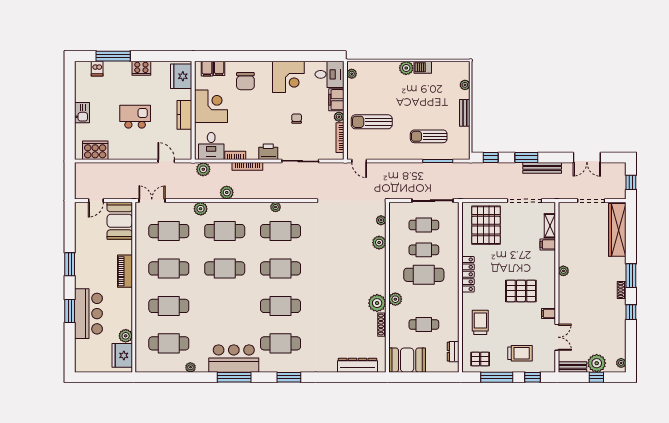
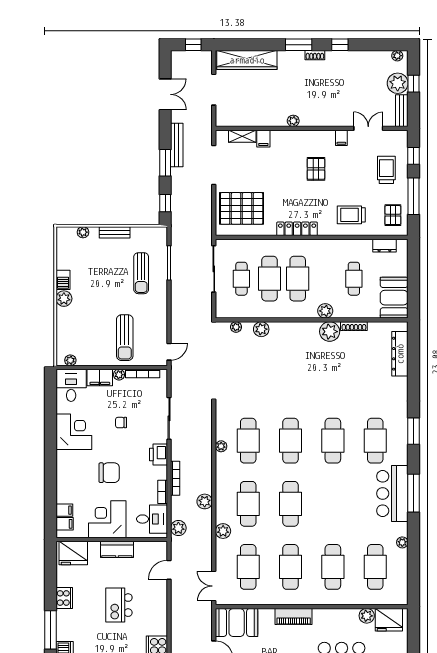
chair: (245, 81) -> (109, 473), moved
cafe table: (424, 250) -> (270, 279), width x1.37, depth x1.35
pallet: (521, 291) -> (316, 169), width x0.67, depth x0.71

